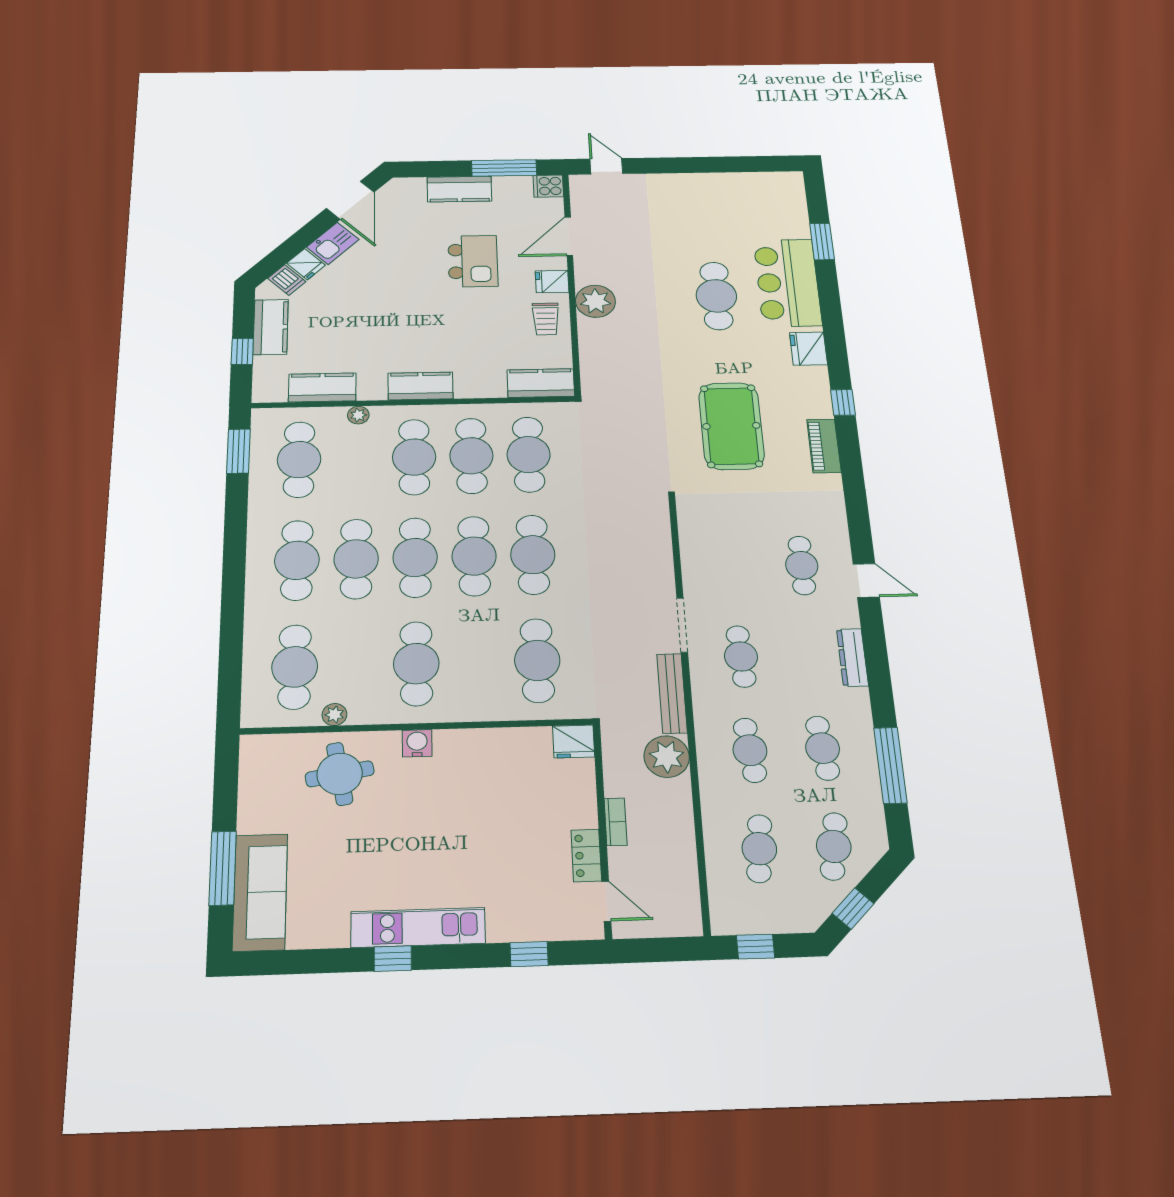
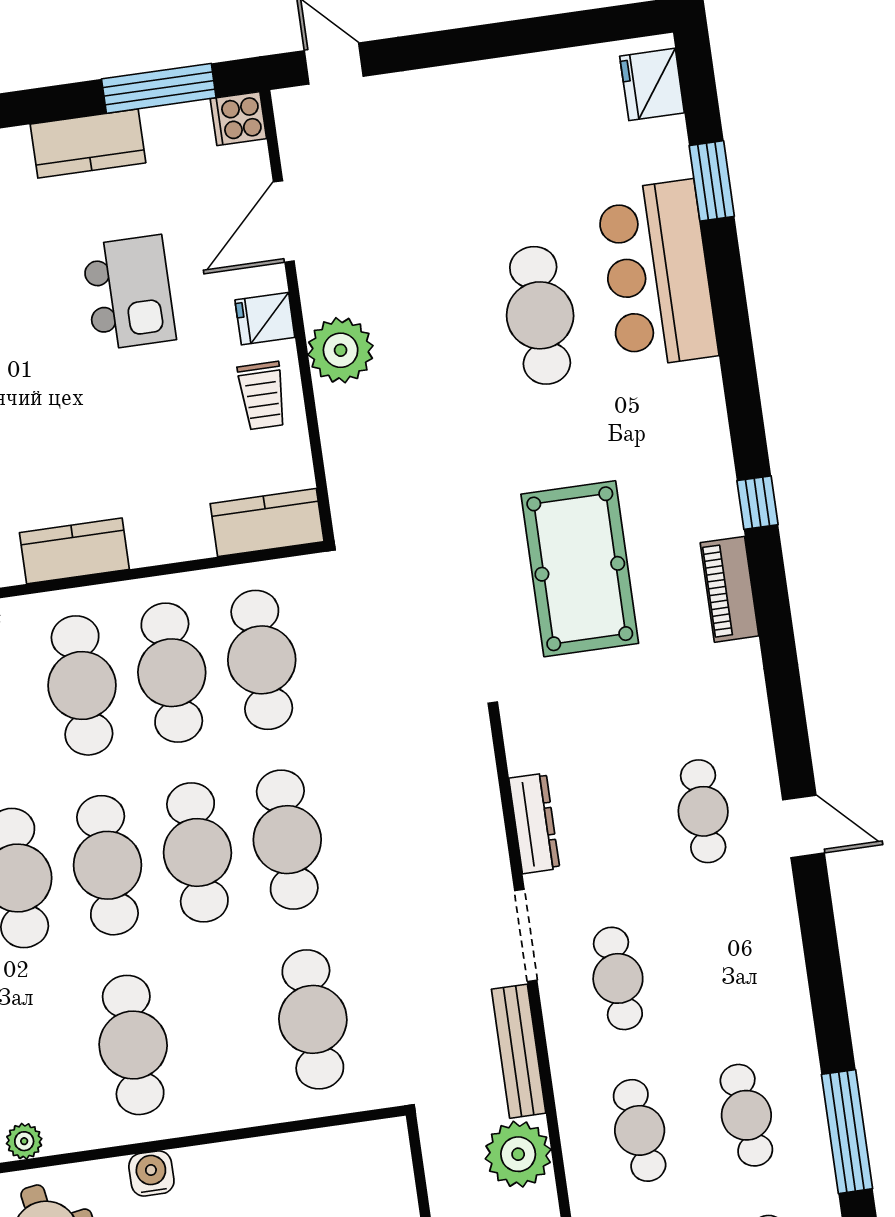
fridge: (808, 349) -> (652, 84), moved
dresser: (852, 657) -> (534, 823), moved, turned 180
fridge: (574, 741) -> (380, 1145), removed

